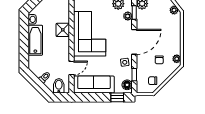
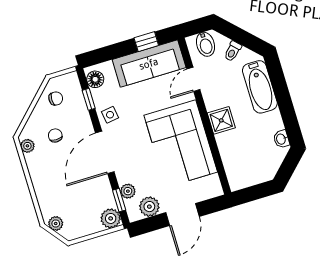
shower: (63, 30) -> (221, 120), moved
bathtub: (35, 40) -> (260, 87), moved
window: (117, 97) -> (146, 42), moved

